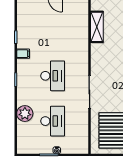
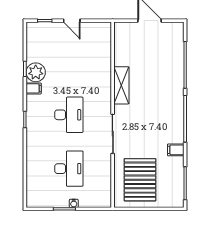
shelving: (97, 27) -> (121, 85), moved
plant: (25, 114) -> (36, 72), moved

